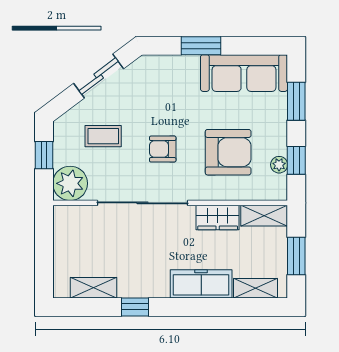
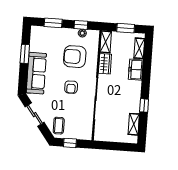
window: (201, 46) -> (25, 54), moved
sofa: (244, 73) -> (36, 73), moved
coffee table: (103, 136) -> (59, 126), moved
armchair: (228, 152) -> (75, 57), turned -90
plant: (70, 183) -> (84, 132), removed
freezer: (201, 284) -> (136, 70), width x0.71

